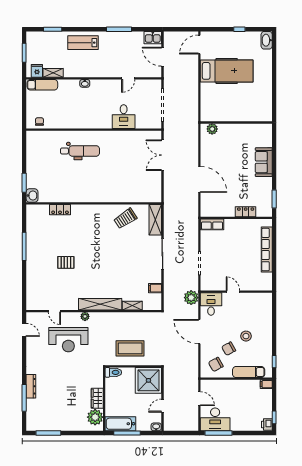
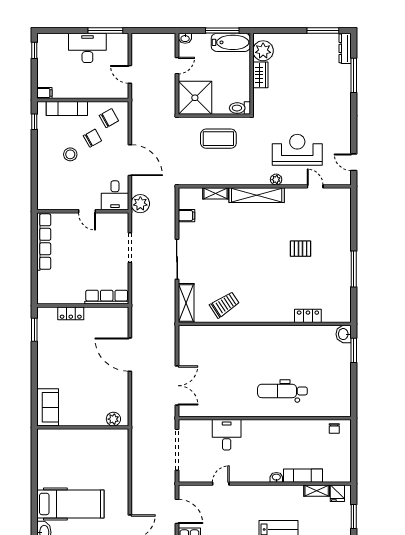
hospital bed: (227, 71) -> (70, 504), moved, turned 180
exam couch: (42, 85) -> (303, 476), moved
sofa: (264, 162) -> (48, 407), moved
row of seats: (212, 224) -> (107, 297), width x1.48
row of seats: (267, 250) -> (44, 242), moved
dresser: (31, 386) -> (345, 48), moved
desk: (215, 419) -> (87, 48), moved
printer: (267, 424) -> (44, 41), removed

